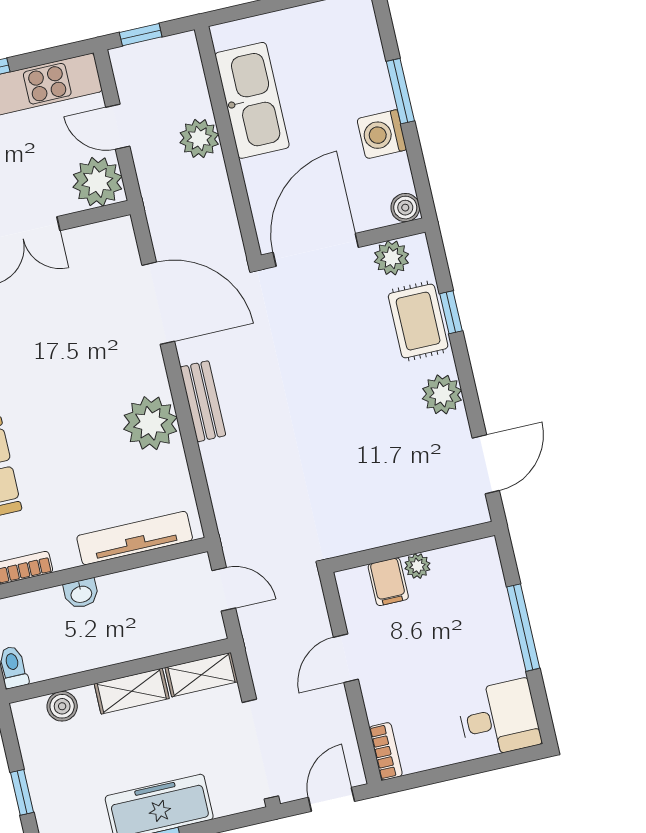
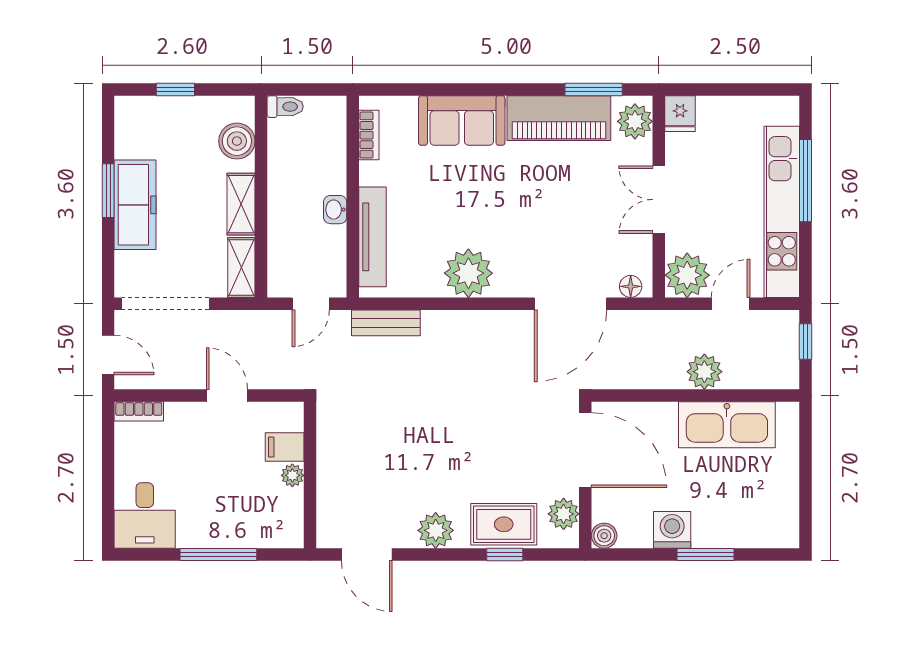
floor lamp: (124, 241) -> (631, 286), added
bench: (203, 401) -> (386, 323), moved
washbasin: (81, 594) -> (335, 210), moved
boiler: (62, 706) -> (237, 141), width x1.36, depth x1.36

